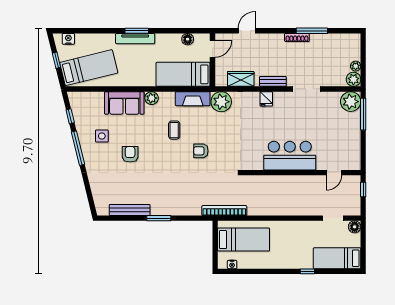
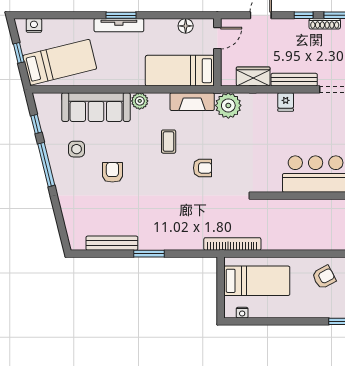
window: (280, 31) -> (304, 15), added
bench: (273, 81) -> (294, 80), width x1.36
sofa: (124, 103) -> (96, 107), width x1.36
armchair: (201, 151) -> (203, 168), turned 180
armchair: (296, 237) -> (324, 277), added

